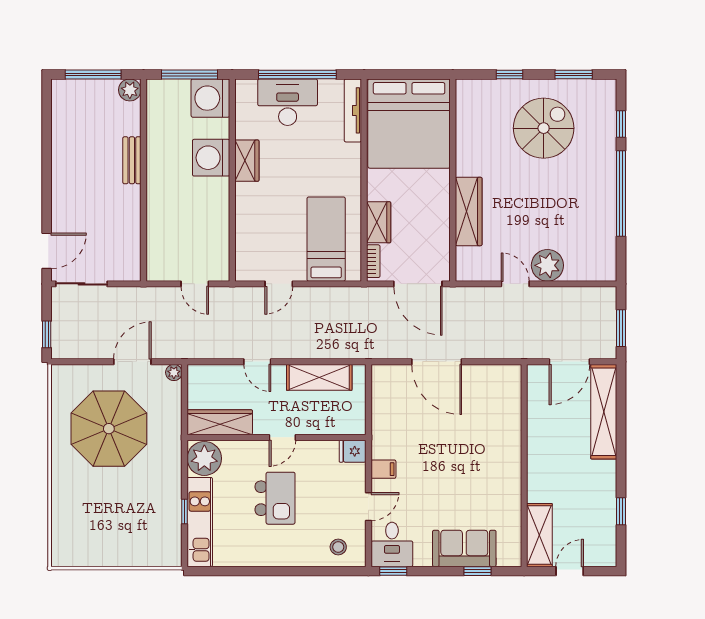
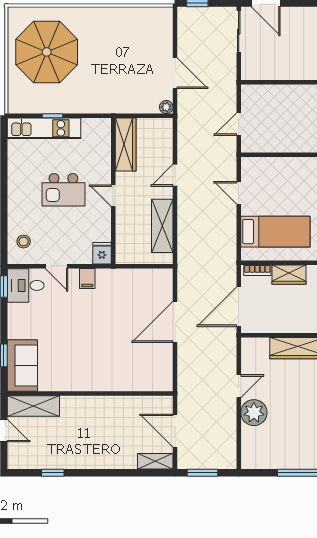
shelving: (604, 412) -> (155, 461), width x0.45, depth x0.75
parasol: (109, 429) -> (47, 52), moved
plant: (204, 458) -> (96, 132), removed
sofa: (464, 548) -> (22, 366), moved

